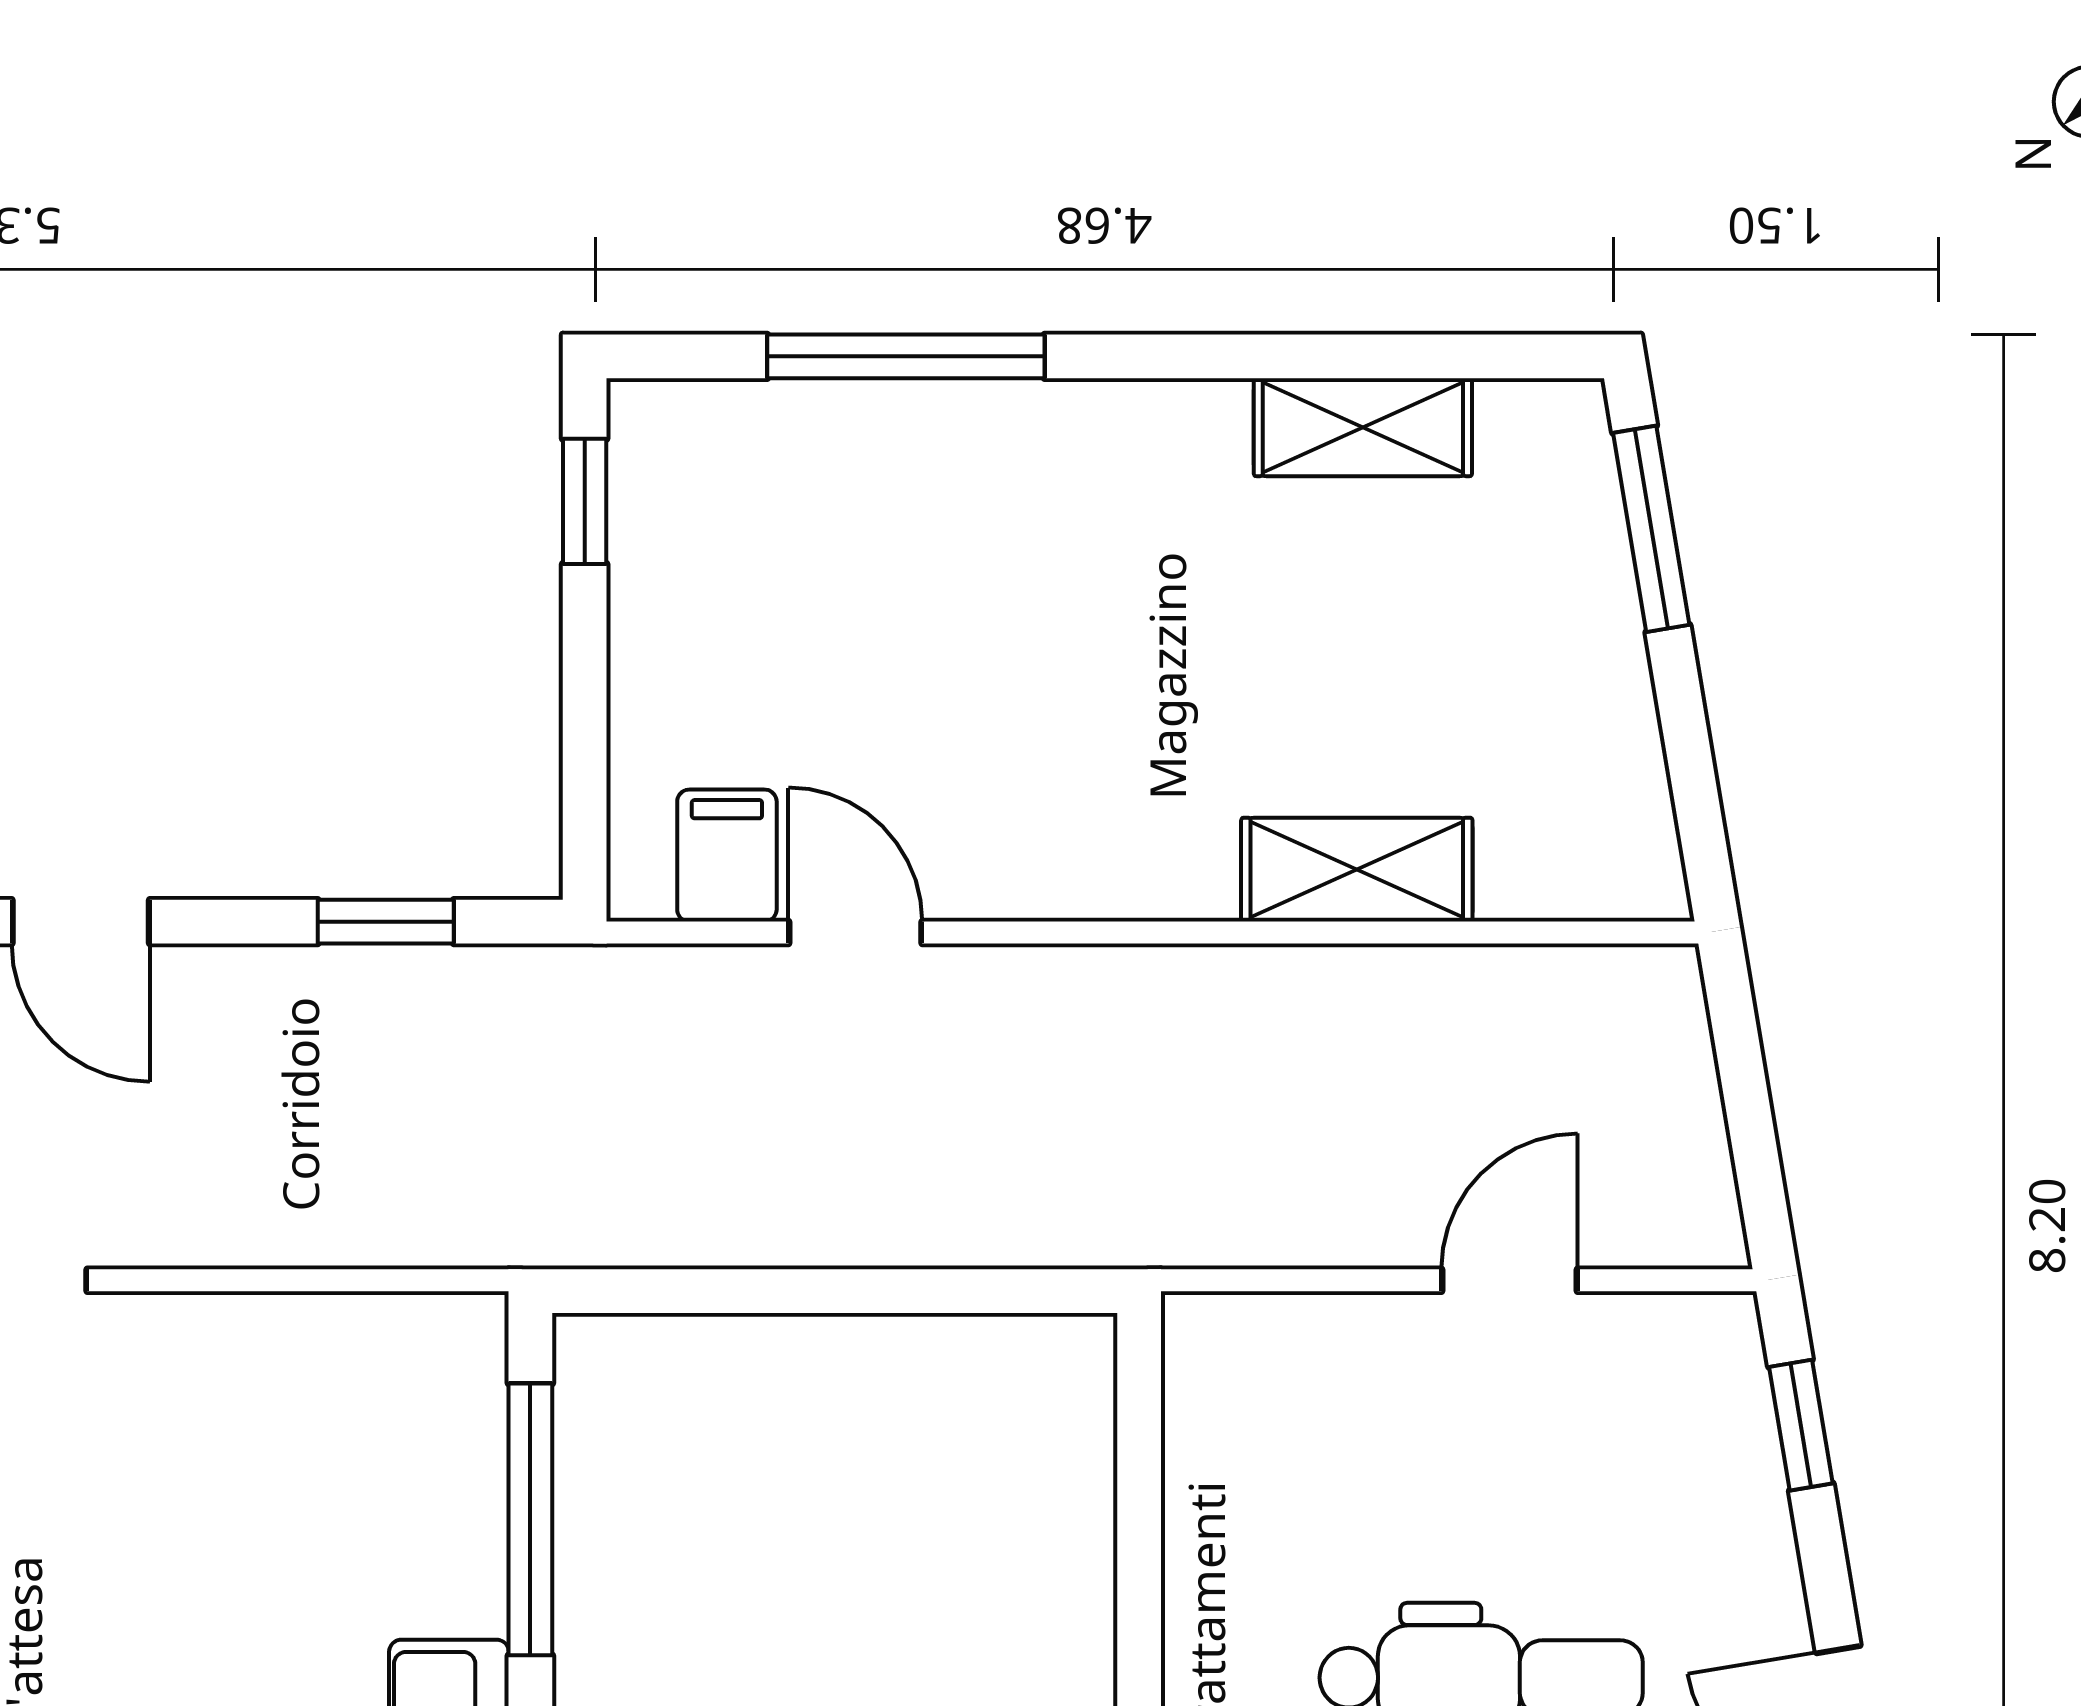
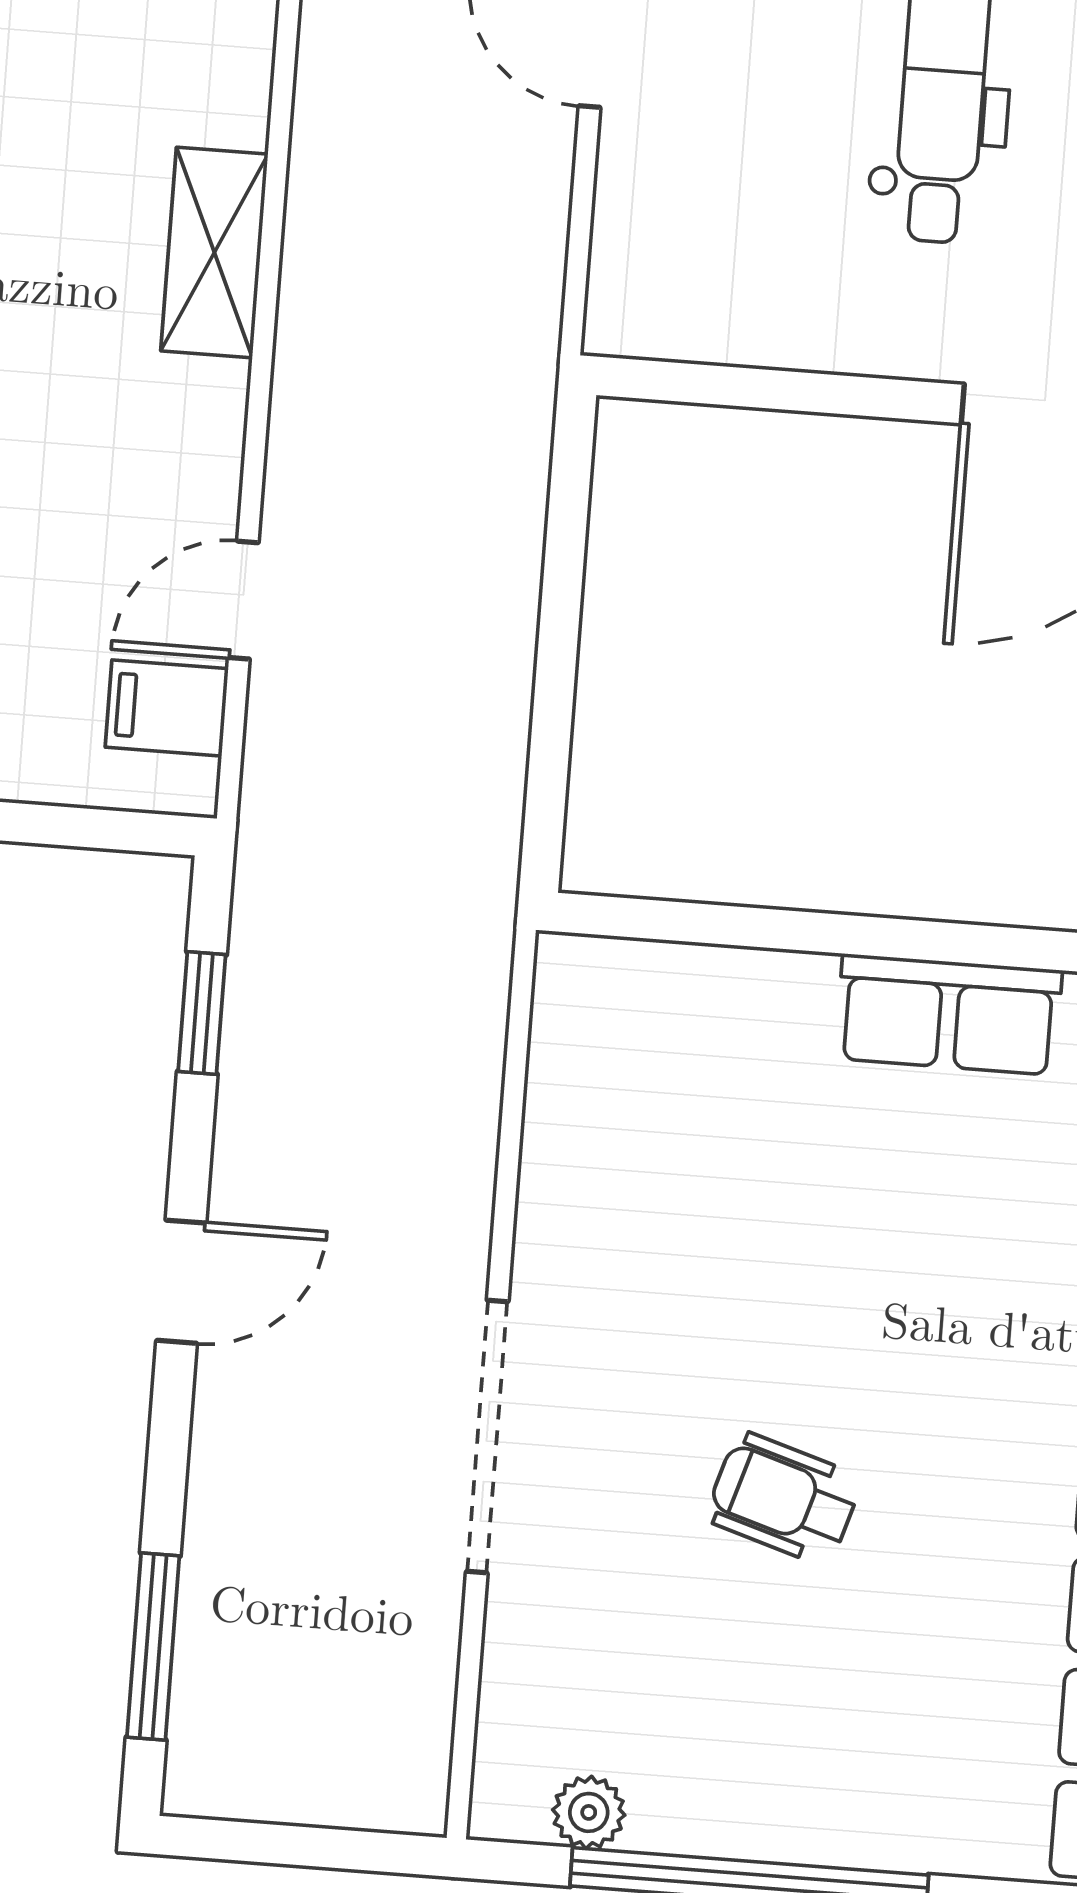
shelving: (1357, 870) -> (214, 253), moved
window: (530, 1519) -> (738, 926), removed

